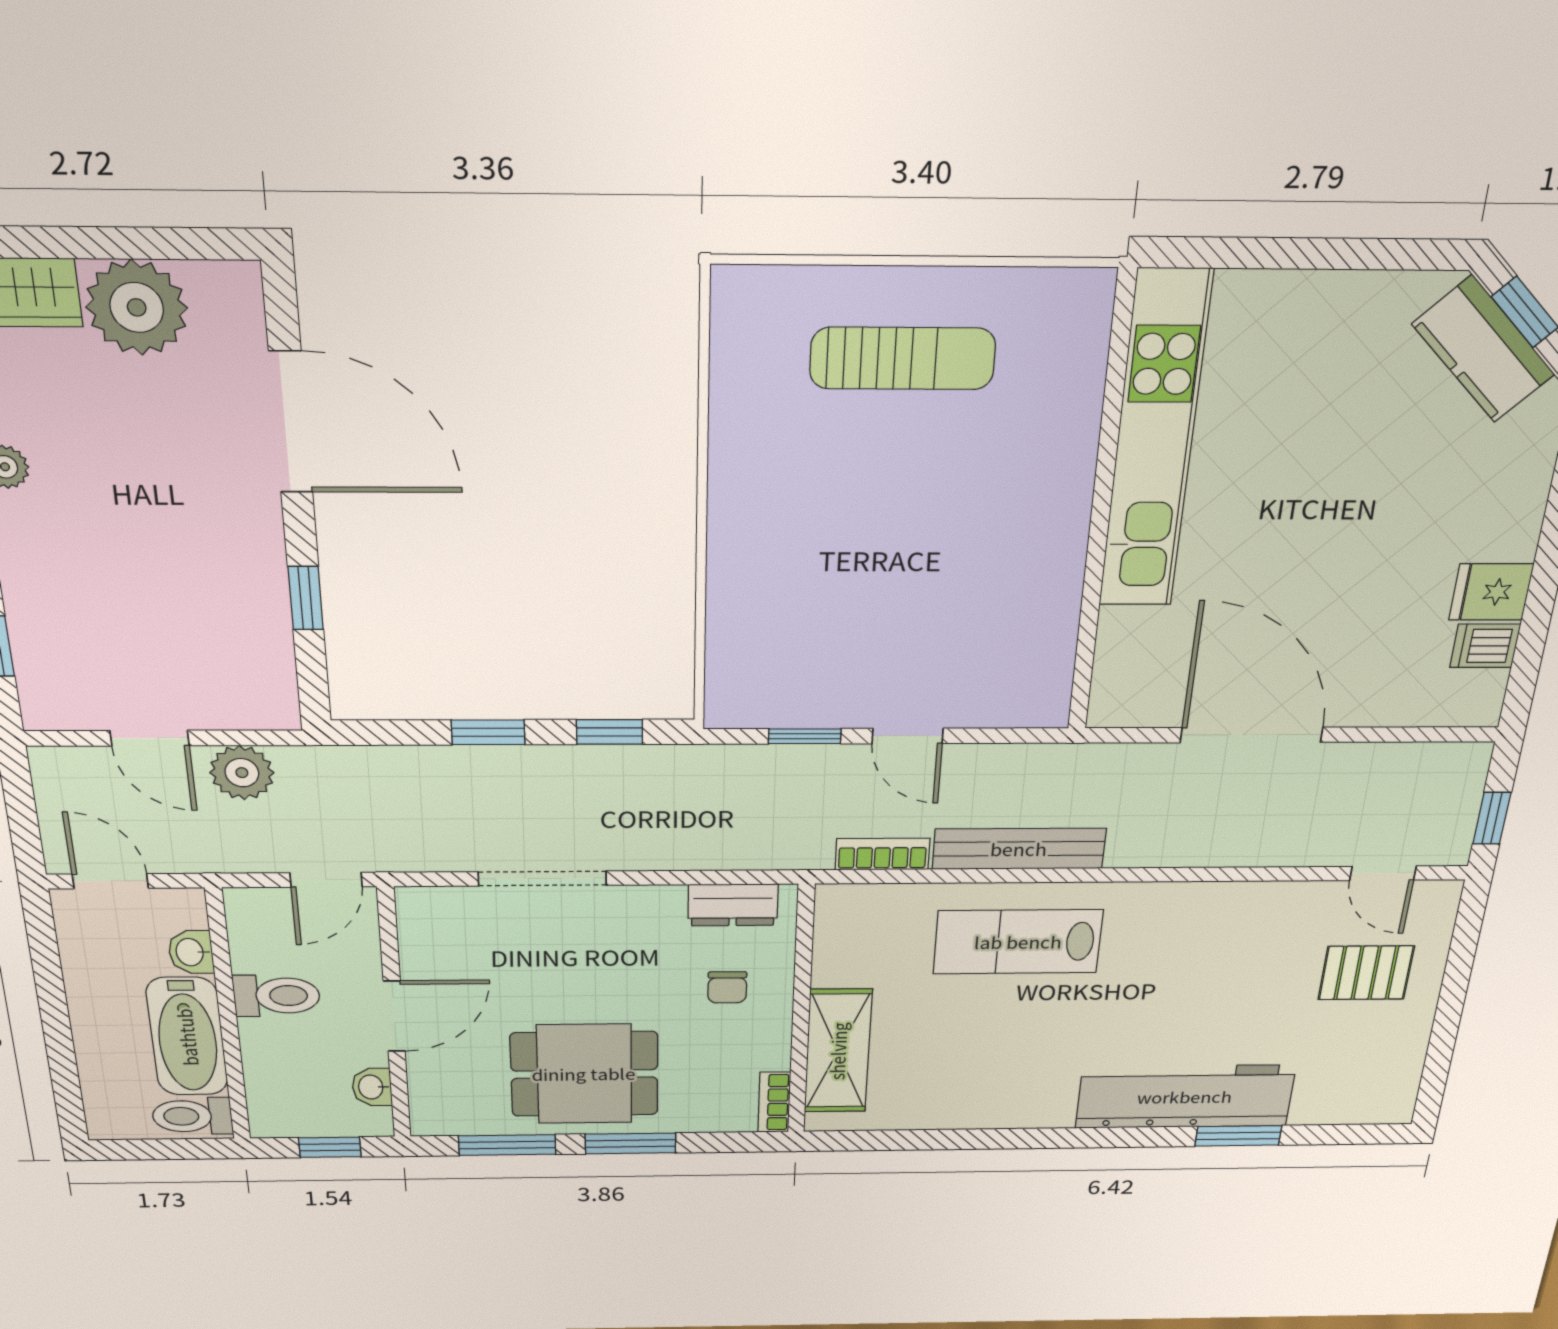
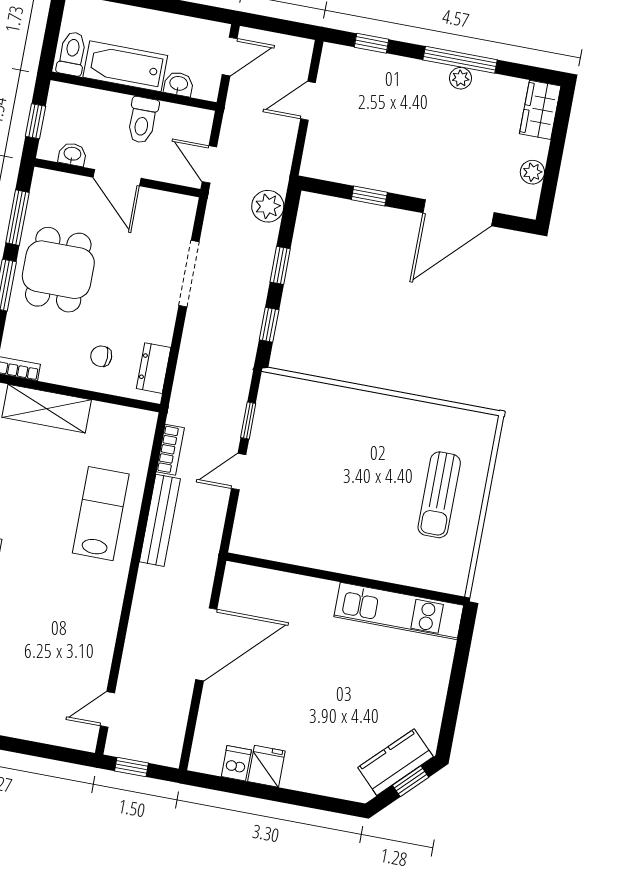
plant: (137, 307) -> (532, 172), width x0.53, depth x0.53
kitchen unit: (1154, 443) -> (399, 611), width x0.73
plant: (242, 773) -> (268, 206), moved
pallet: (1366, 973) -> (43, 699), removed

